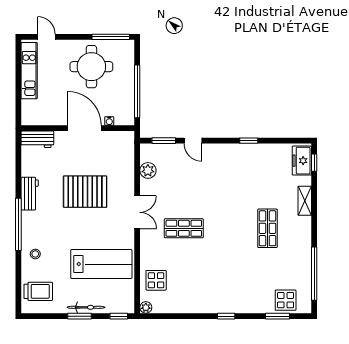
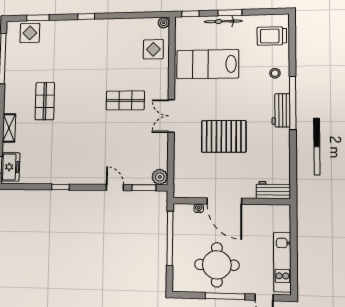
window: (111, 37) -> (225, 296), moved
plant: (148, 170) -> (160, 177), moved
workbench: (30, 194) -> (281, 110), moved

